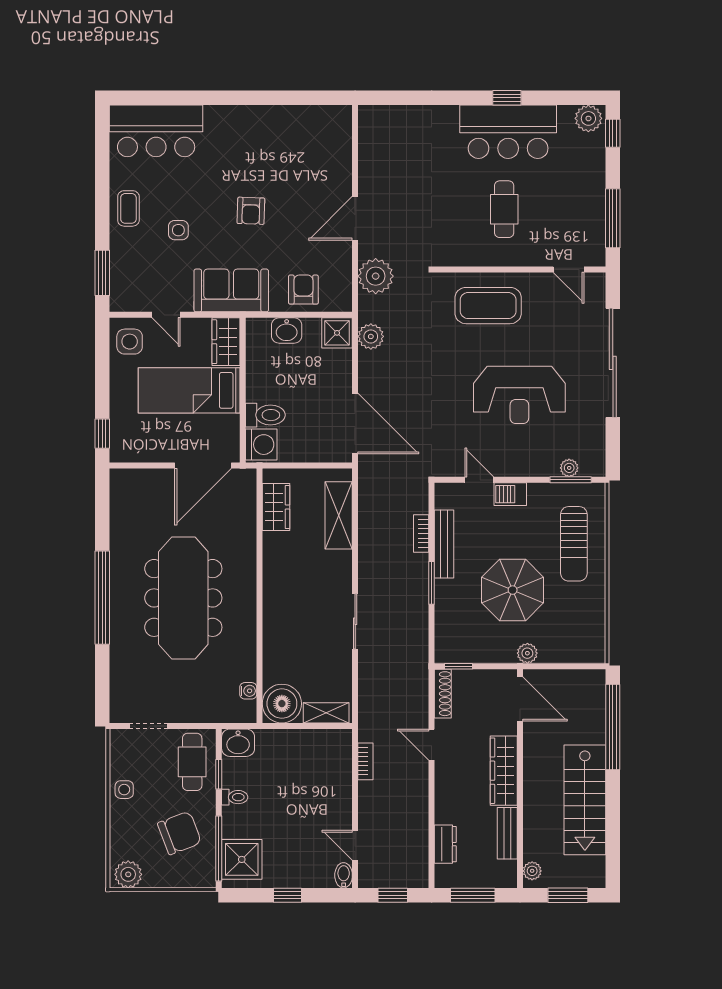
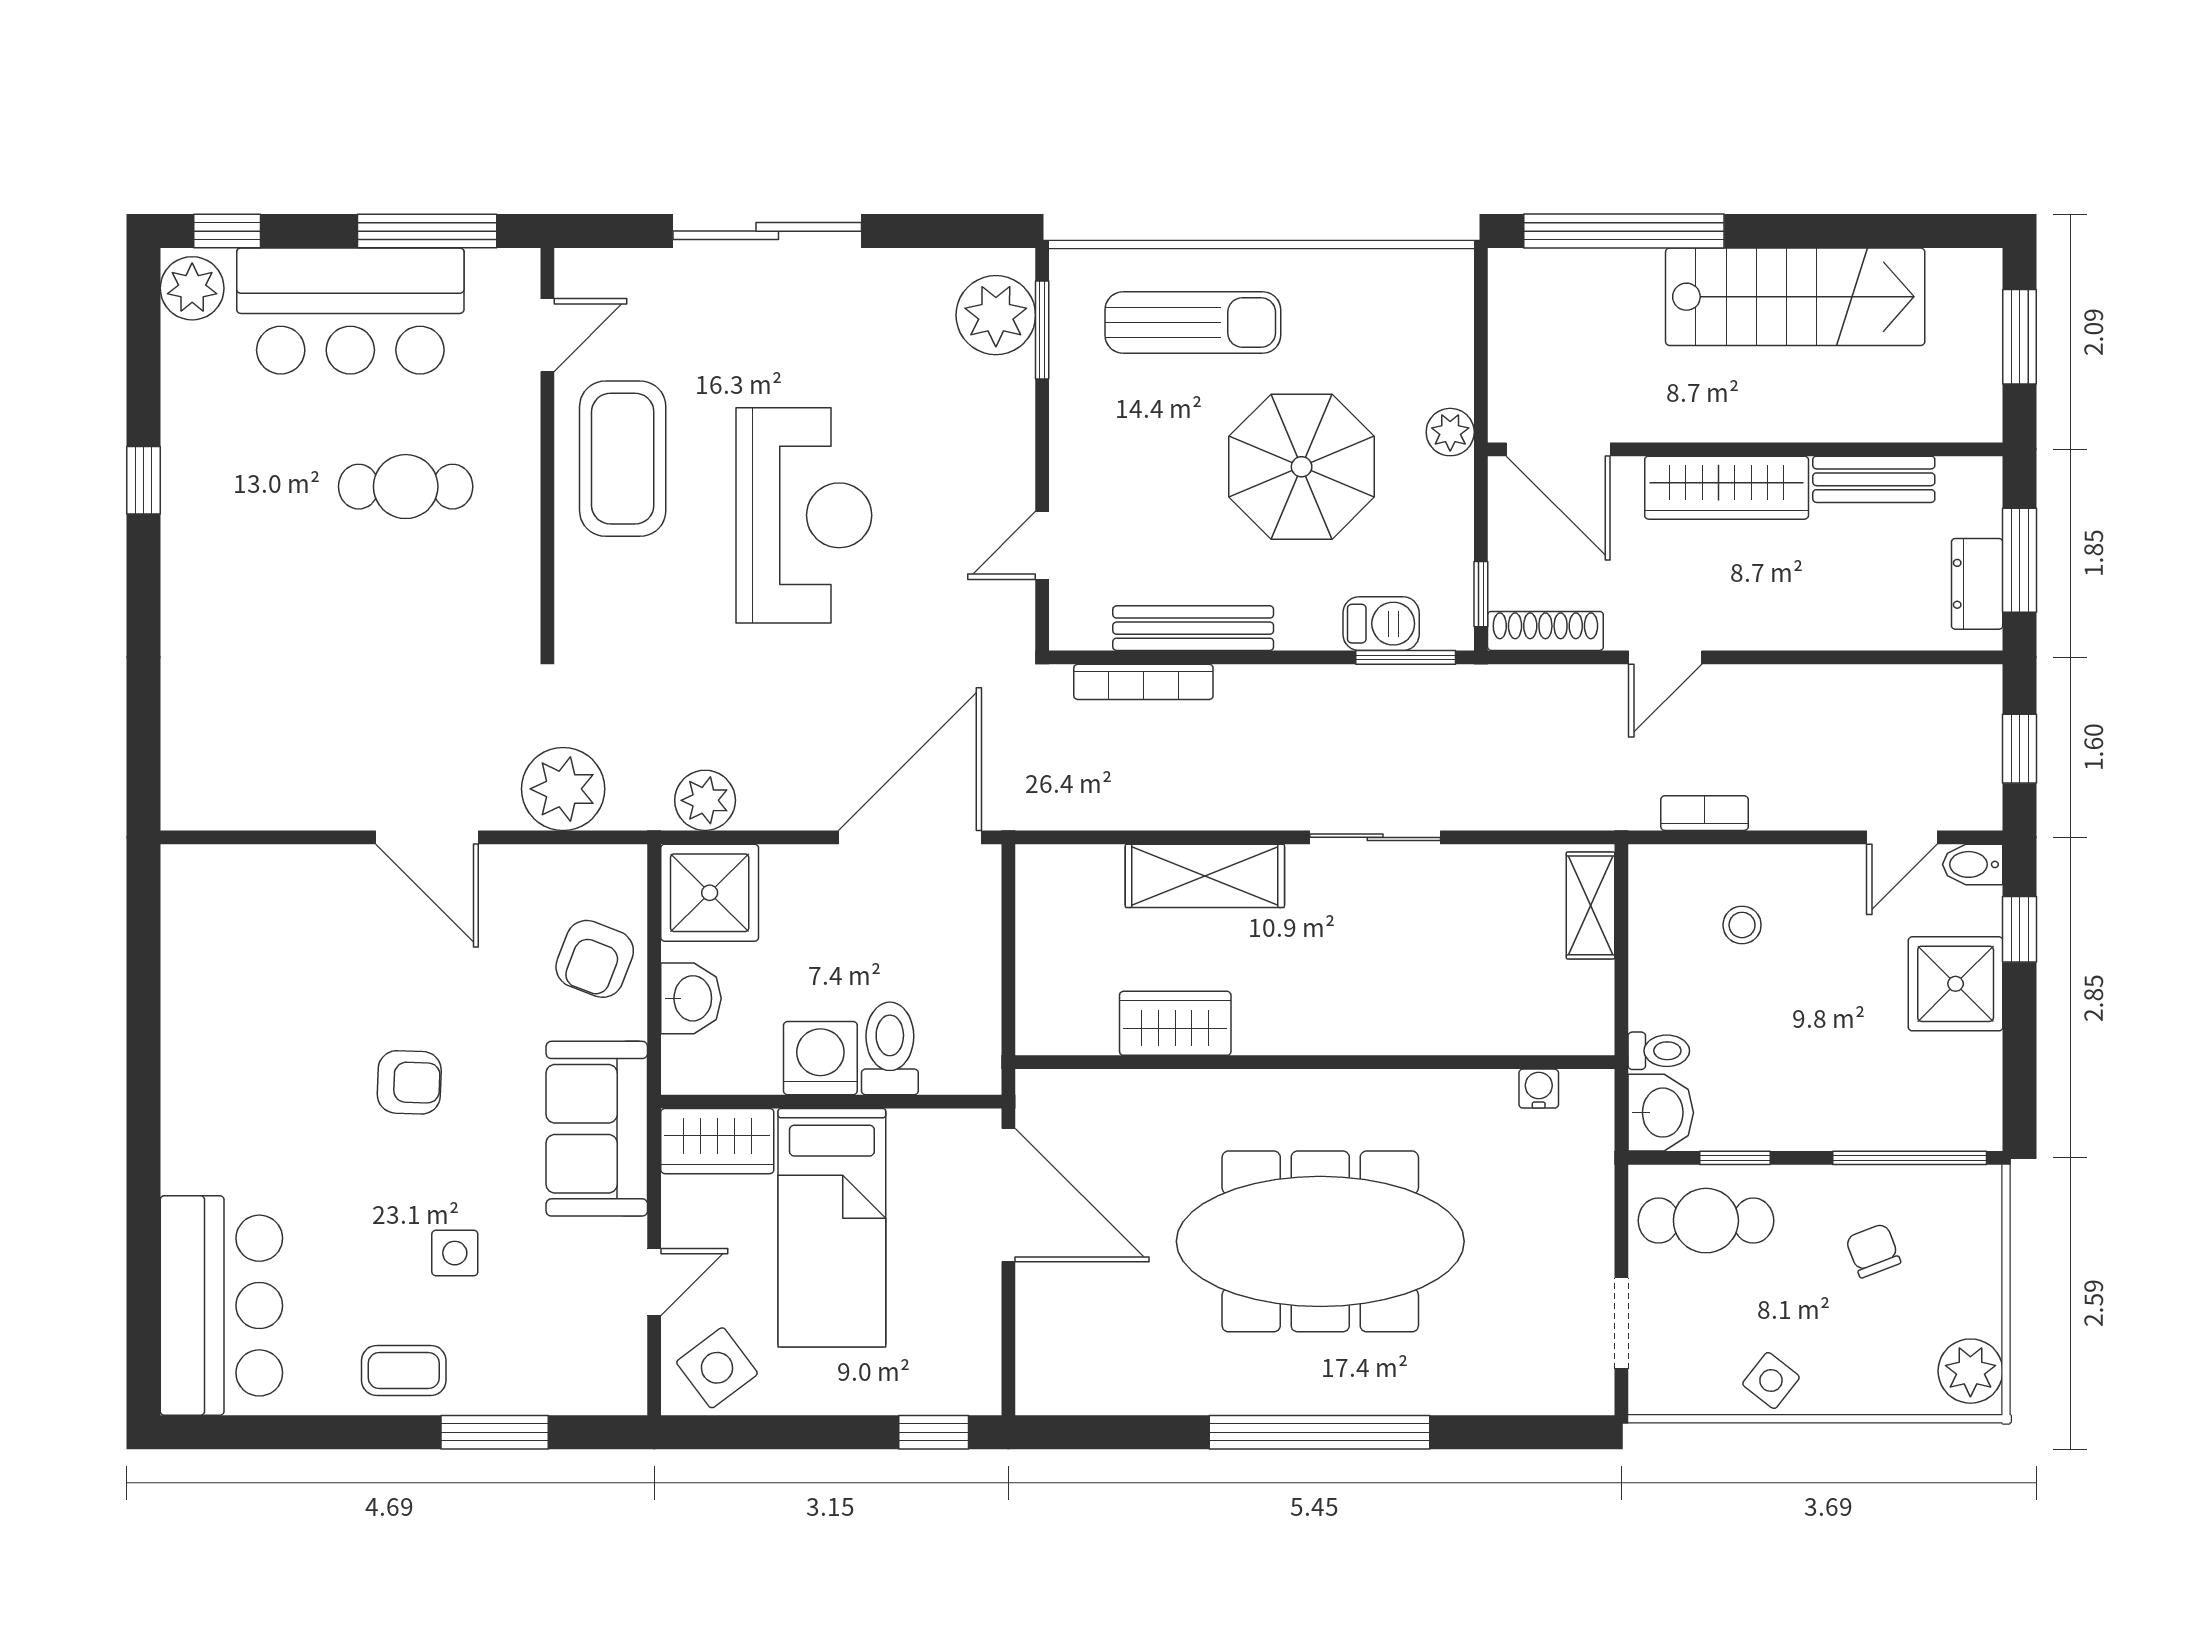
bar counter: (508, 132) -> (350, 311), moved, turned 90
window: (102, 273) -> (495, 1432), moved
armchair: (303, 290) -> (595, 959), turned -69
coffee table: (488, 306) -> (623, 459), moved
shower: (337, 333) -> (710, 893), width x1.36, depth x1.36
side table: (130, 342) -> (717, 1368), turned -37
sliding door: (613, 363) -> (767, 231), width x0.73
reception desk: (519, 395) -> (804, 515), moved
washing machine: (261, 445) -> (820, 1058), moved
plant: (569, 468) -> (996, 315), width x1.88, depth x1.88
barbecue: (510, 494) -> (1381, 624), moved, turned -90
wardrobe: (276, 507) -> (1175, 1023), moved
shelving: (339, 515) -> (1205, 876), moved
bookcase: (421, 533) -> (1143, 682), width x1.56
window: (432, 583) -> (1406, 657), moved
door: (520, 699) -> (1558, 449), swing flipped
boiler: (282, 704) -> (1569, 1010), removed
stool: (318, 777) -> (1742, 925), added
side table: (124, 790) -> (1771, 1381), turned 38
toilet: (235, 797) -> (1659, 1051), moved, turned 90
chair: (179, 833) -> (1873, 1251), width x0.54, depth x0.54
dresser: (445, 844) -> (1977, 584), moved, turned -90
shower: (242, 859) -> (1956, 984), moved
plant: (532, 871) -> (1962, 421), removed
window: (288, 895) -> (2020, 929), moved

